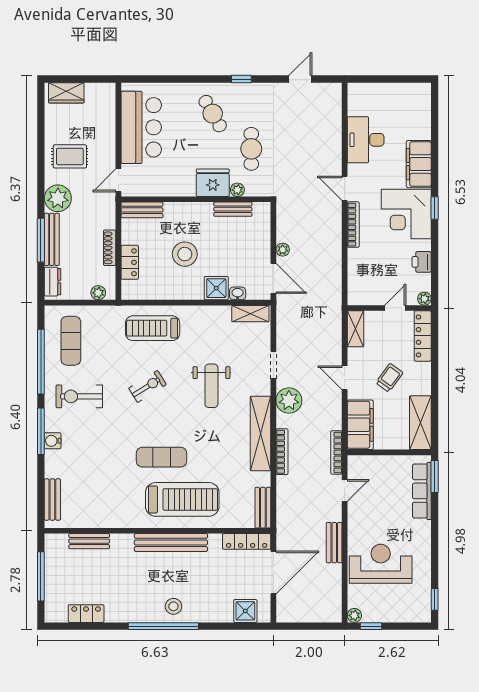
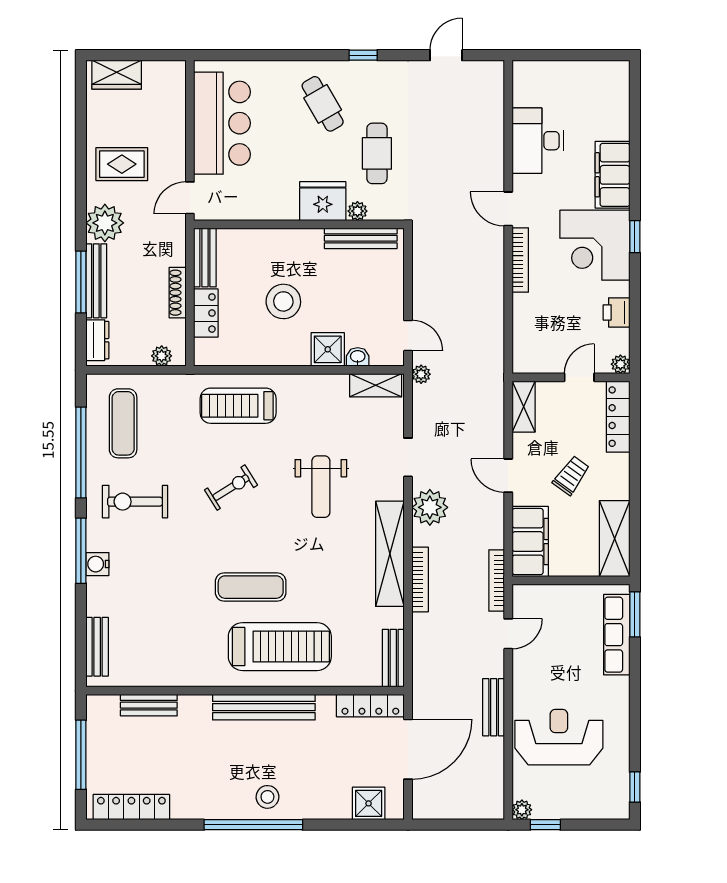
bench: (233, 209) -> (361, 238), width x1.36
bench: (142, 210) -> (205, 258), moved, turned 90
plant: (283, 250) -> (421, 374), moved
door: (273, 278) -> (408, 336), width x0.73
locker: (86, 614) -> (131, 807), width x1.53

